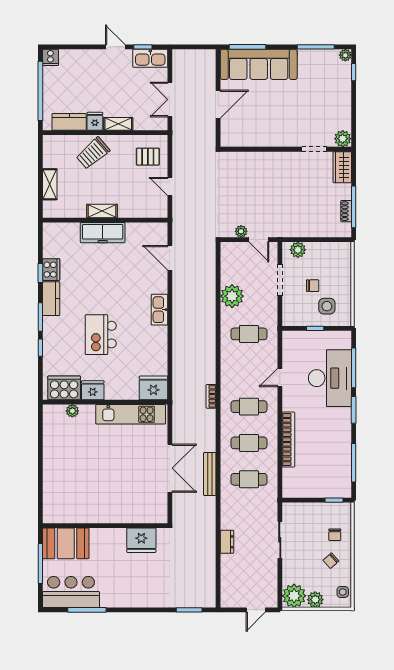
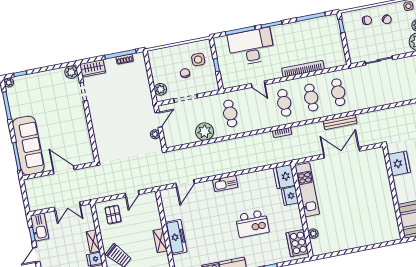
fridge: (93, 390) -> (290, 196), moved
dresser: (227, 542) -> (388, 99), removed

